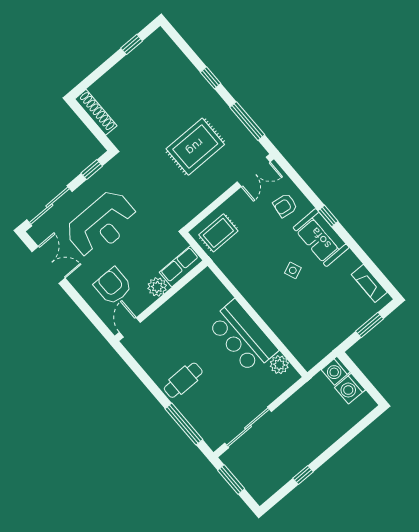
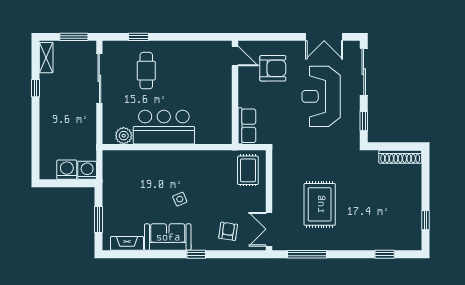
window: (210, 78) -> (385, 254), moved
sofa: (321, 238) -> (168, 237), moved
plant: (157, 287) -> (247, 98), removed
cafe table: (183, 380) -> (146, 71), moved
window: (184, 424) -> (138, 37), width x0.46
shelving: (269, 488) -> (46, 58), added

